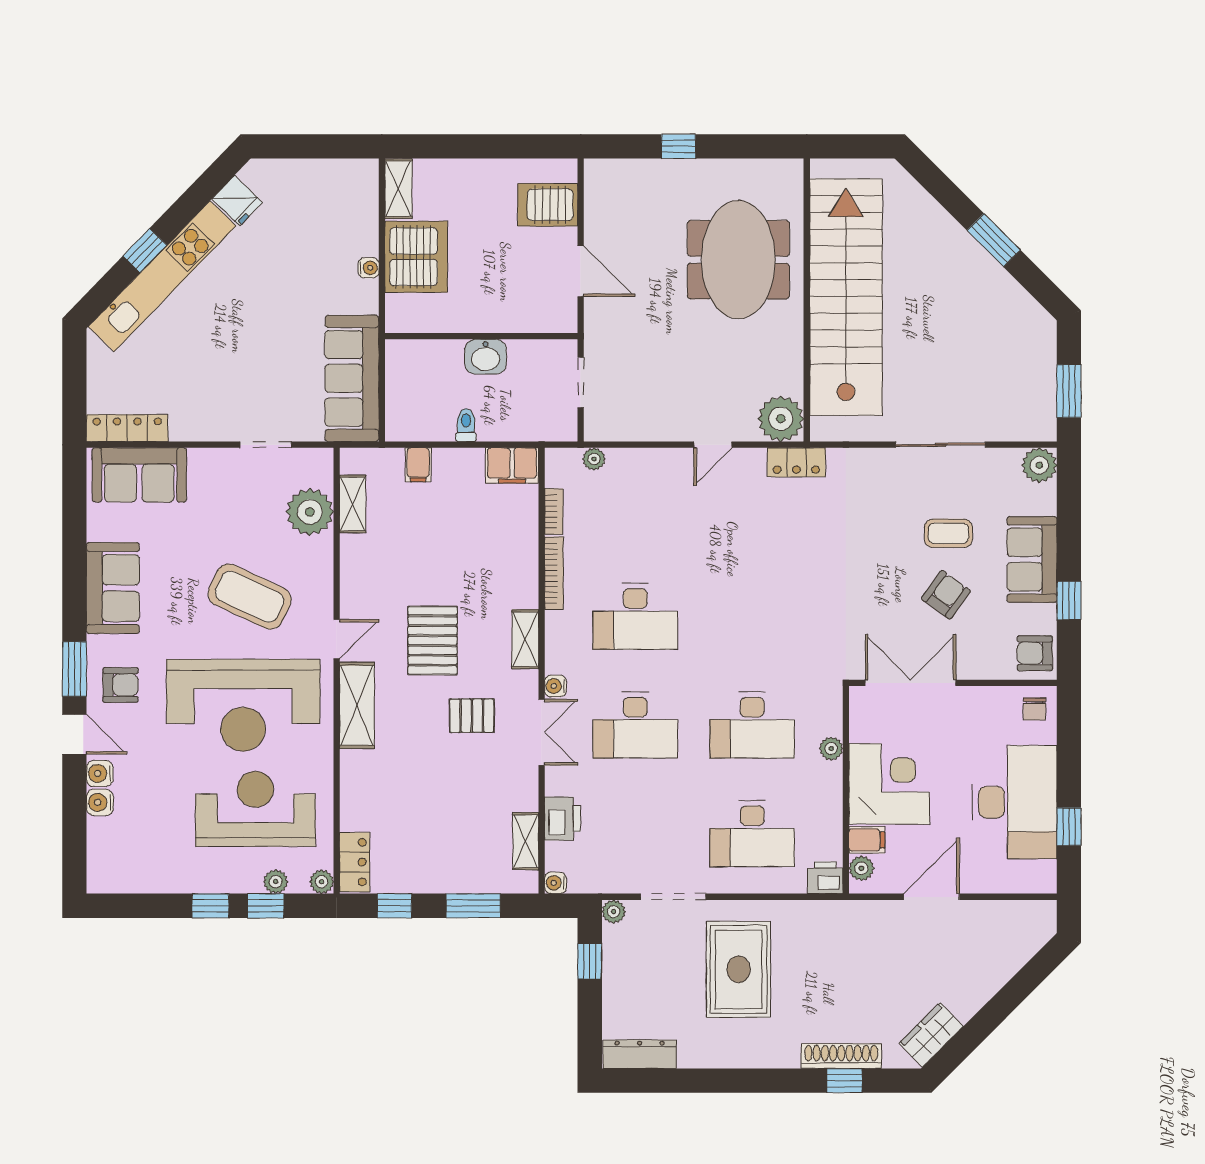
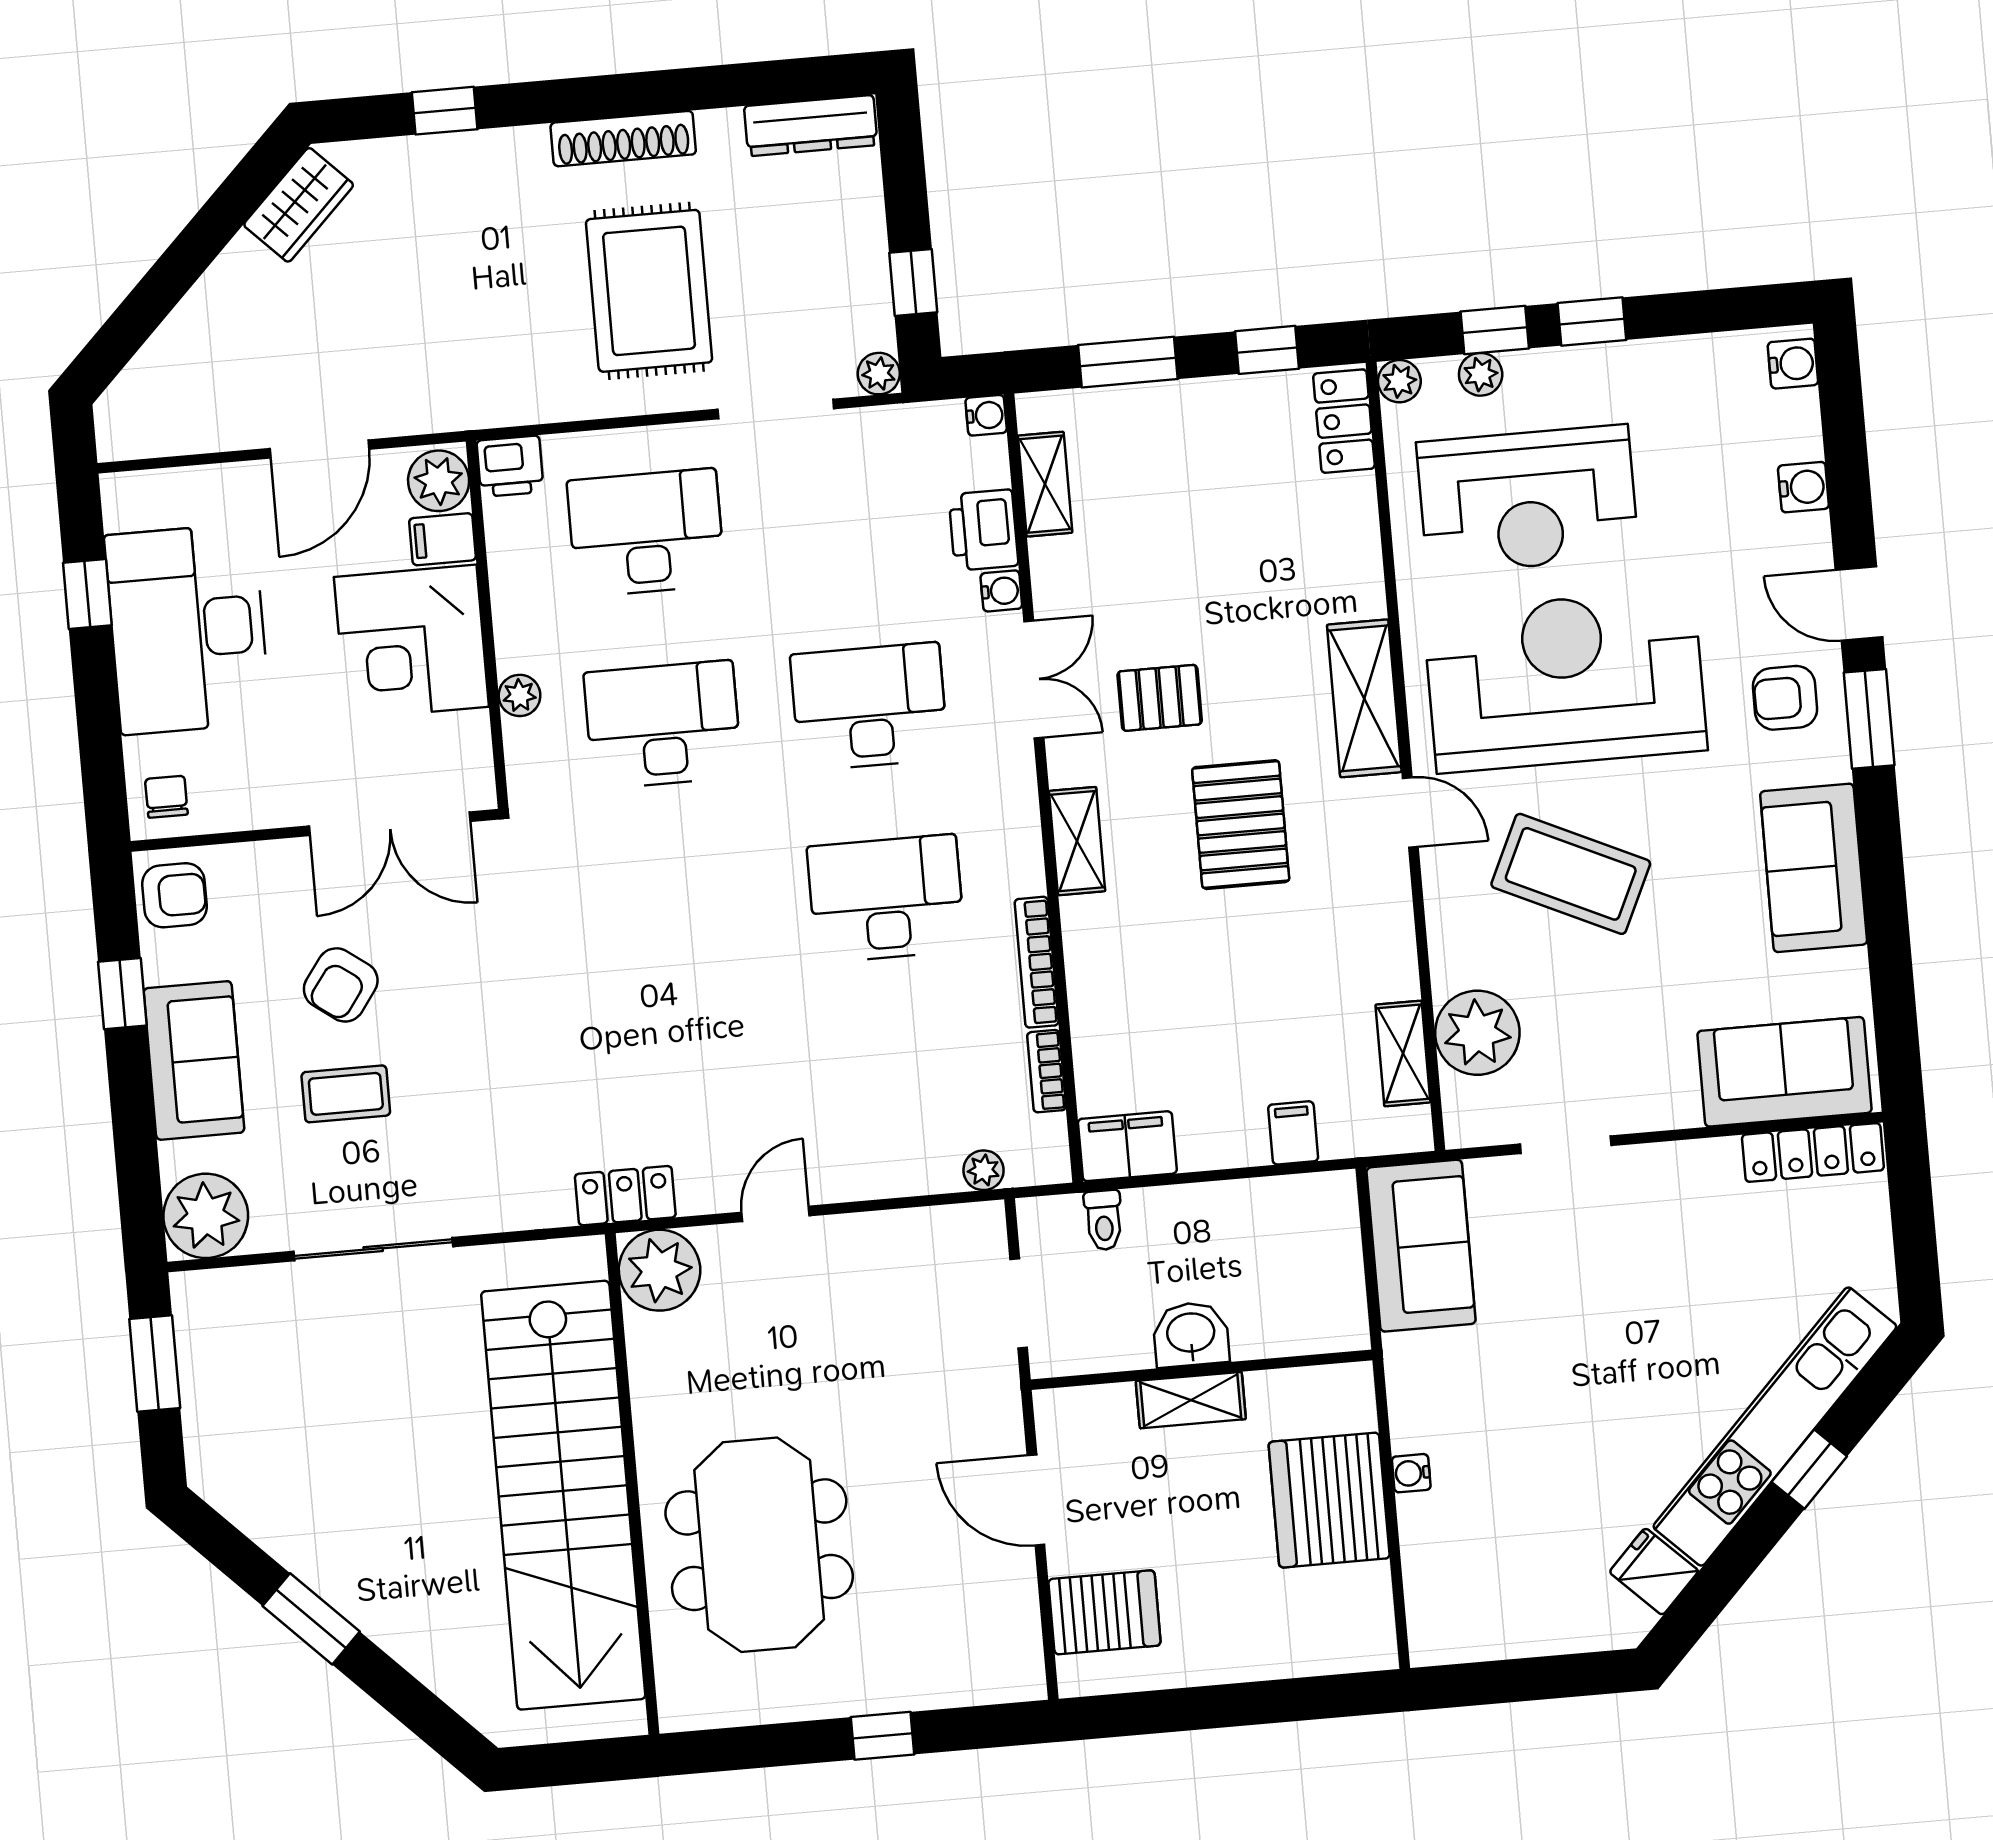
shelving: (398, 189) -> (1191, 1400), moved, turned 90
sofa: (352, 378) -> (1421, 1246), width x0.73
toilet: (466, 425) -> (1104, 1220), moved
plant: (1039, 465) -> (206, 1216), width x1.36, depth x1.36
door: (337, 639) -> (1410, 812), swing flipped
water cooler: (555, 686) -> (1001, 591), moved
double door: (542, 732) -> (1034, 679), swing flipped
water cooler: (100, 773) -> (1793, 364), moved
plant: (861, 868) -> (439, 481), width x1.38, depth x1.38
shoe rack: (841, 1056) -> (623, 139), moved

